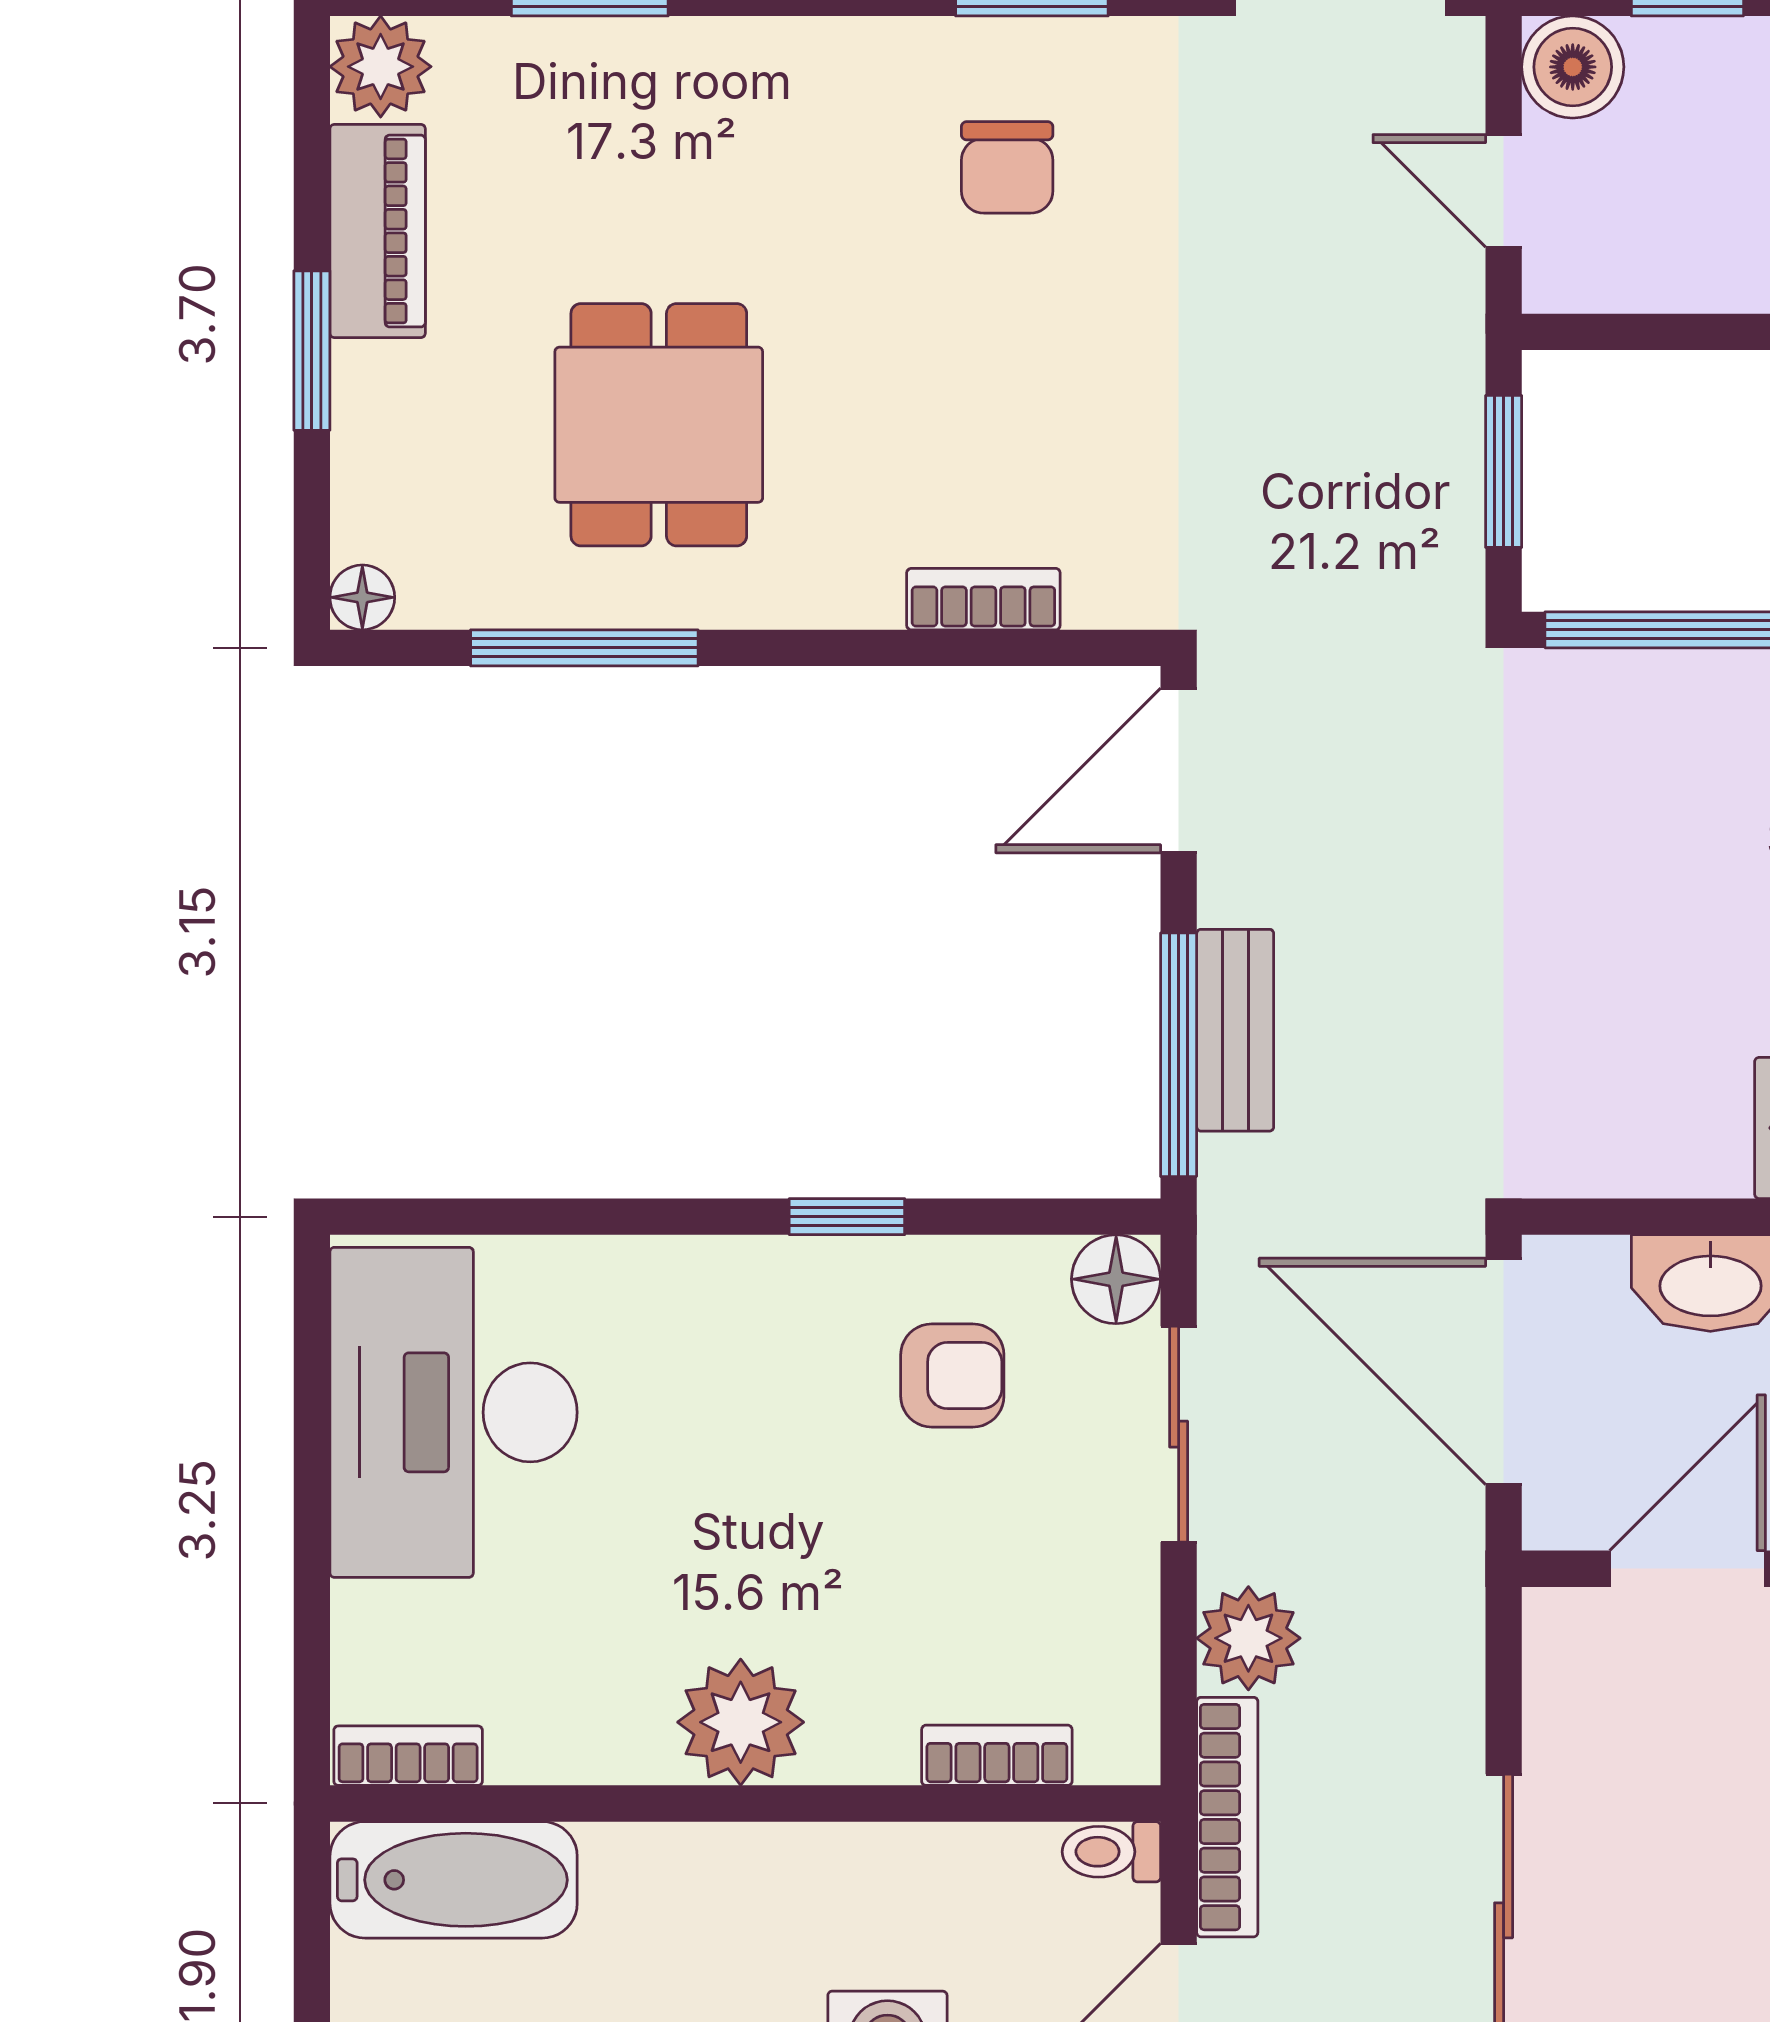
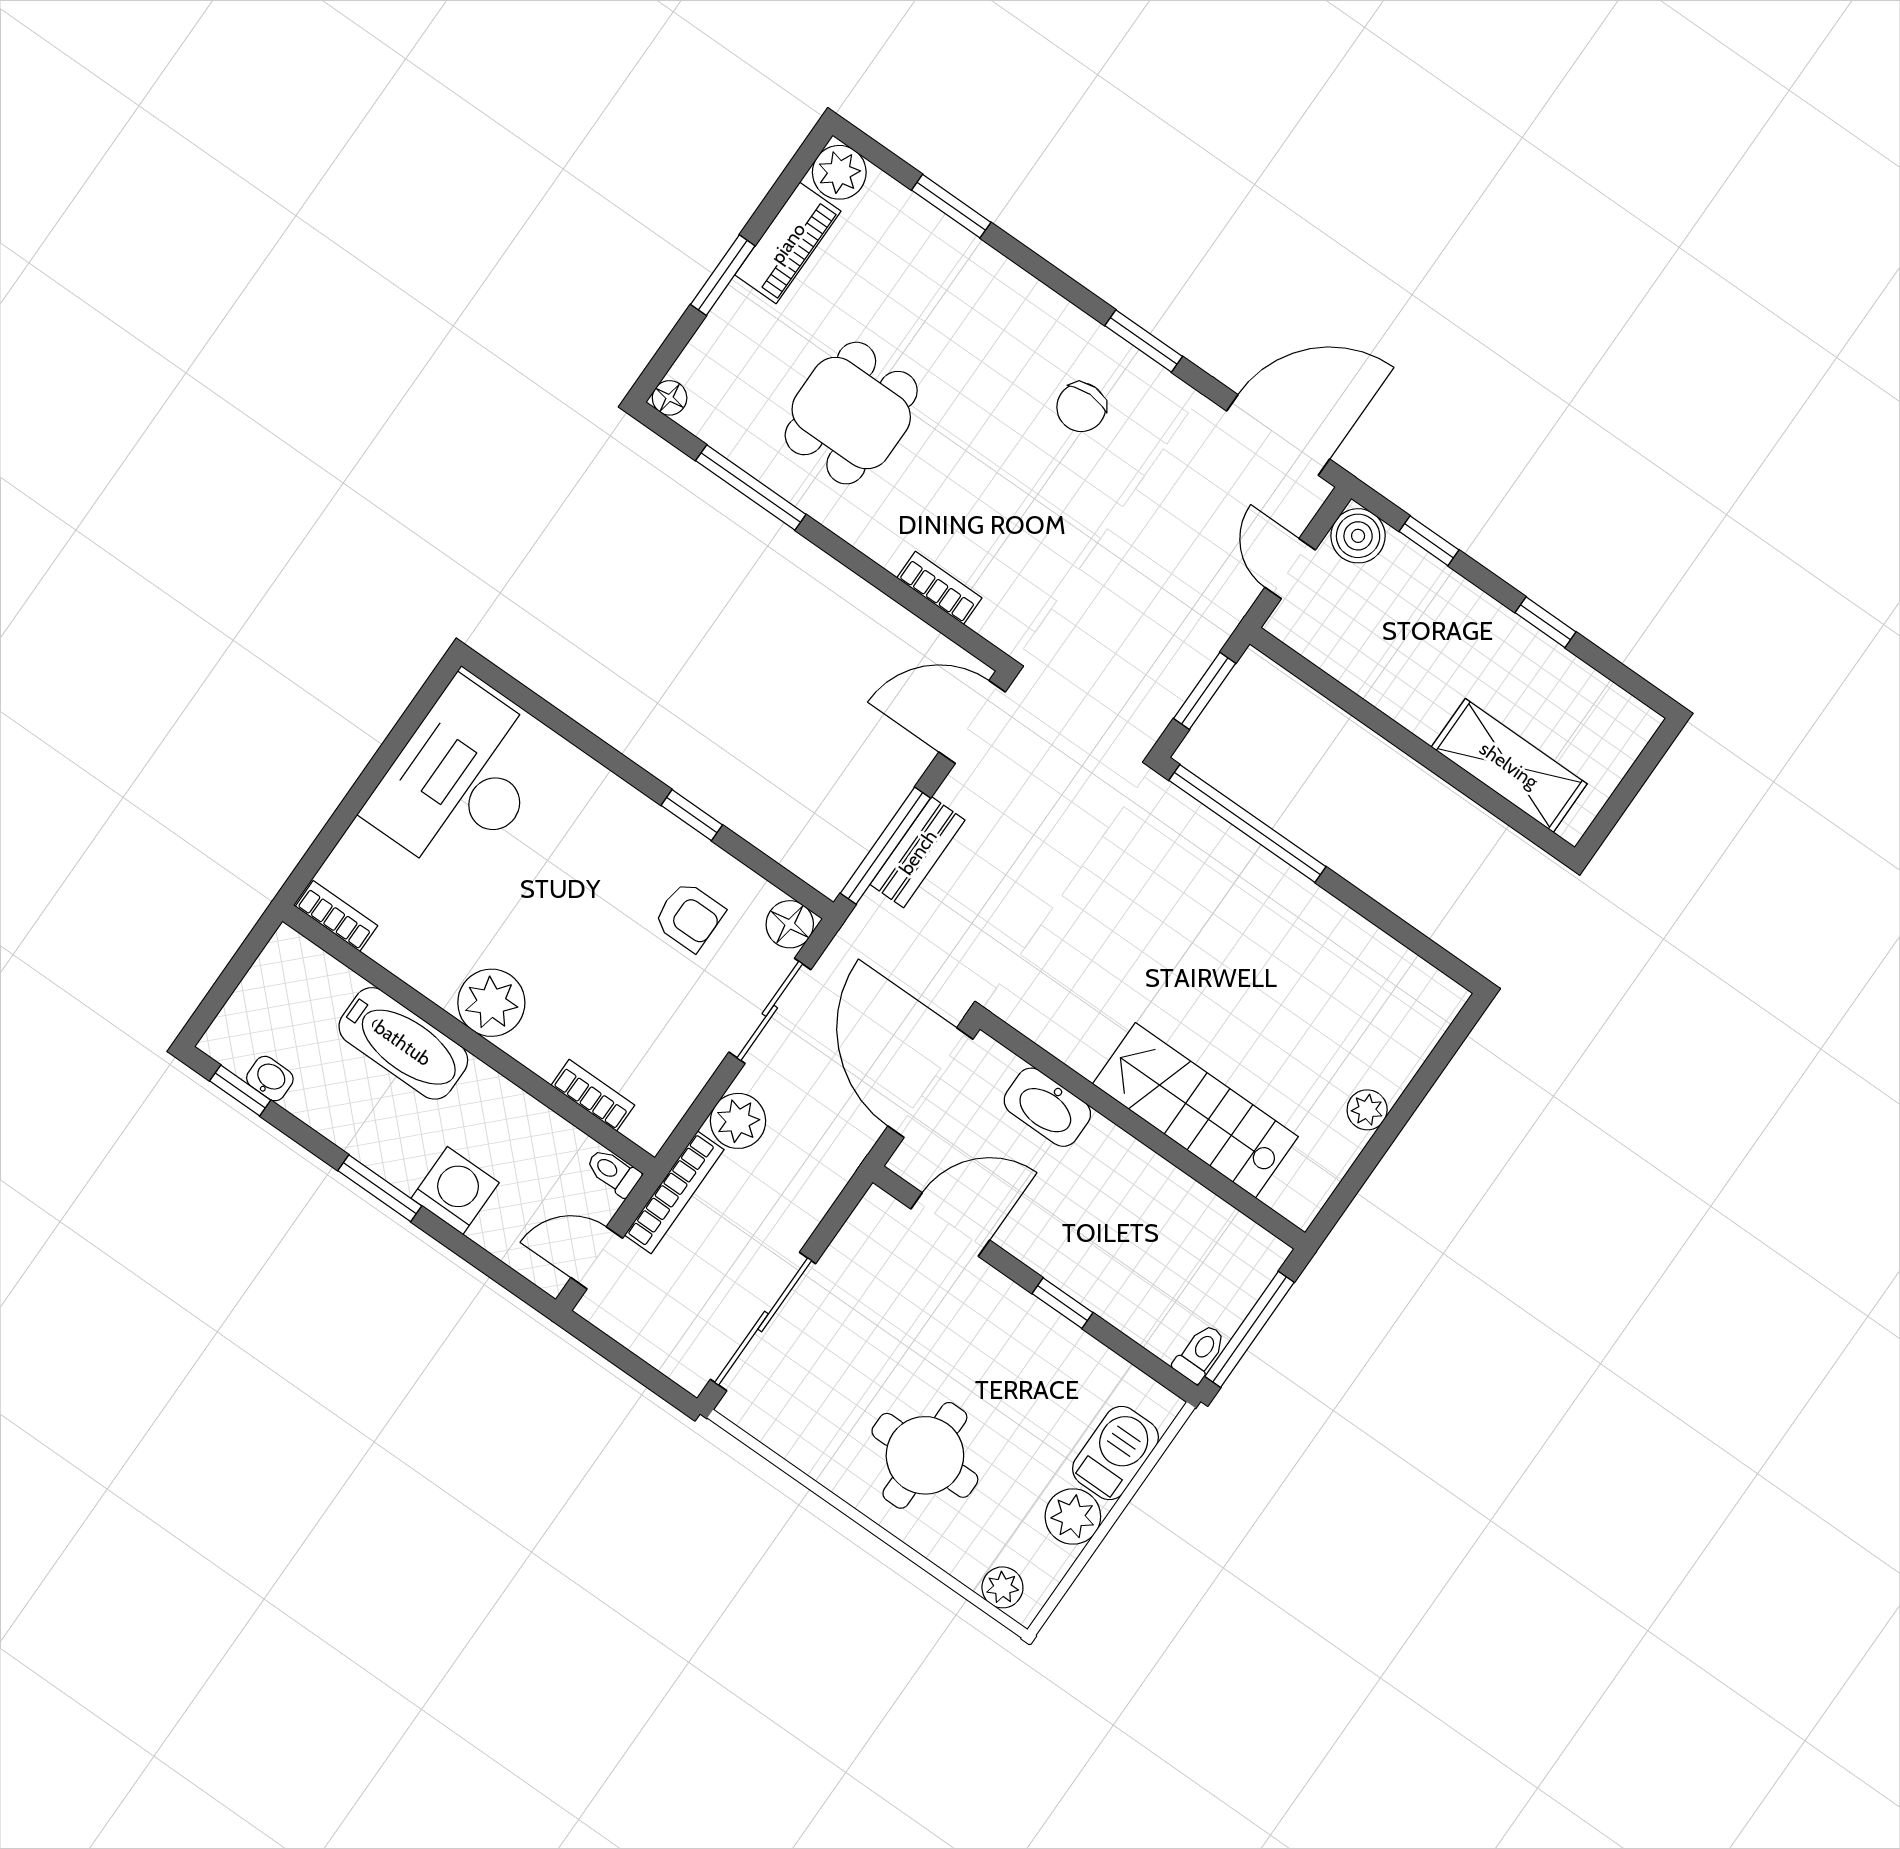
bathtub: (454, 1880) -> (403, 1043), moved

